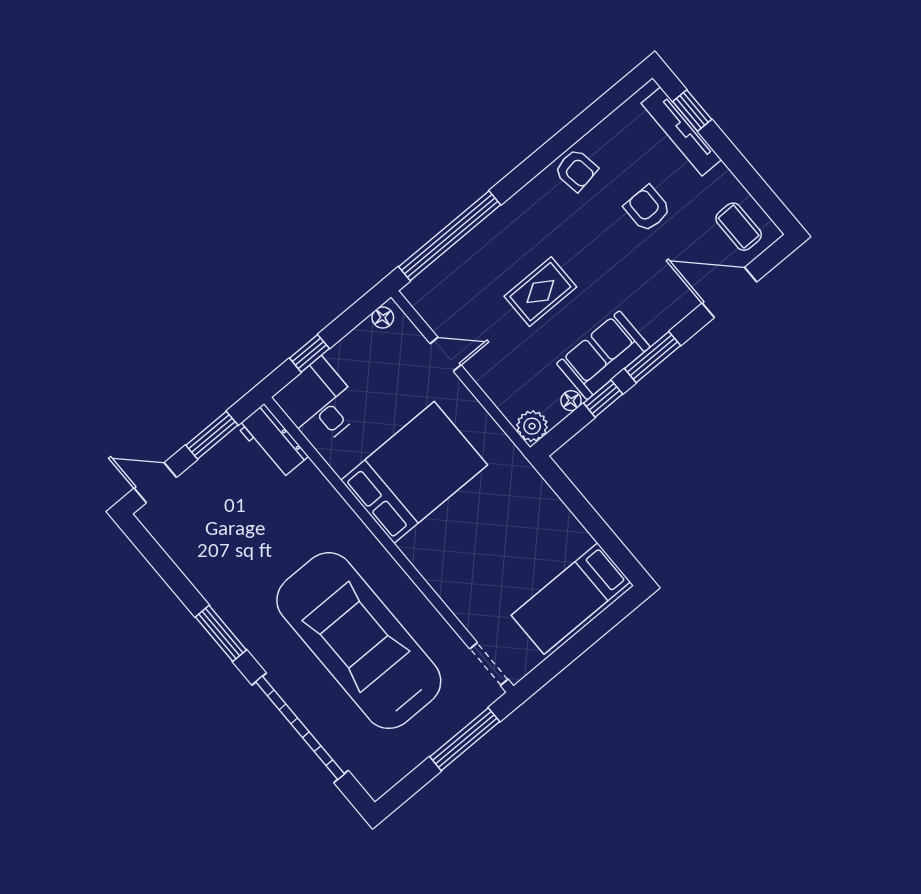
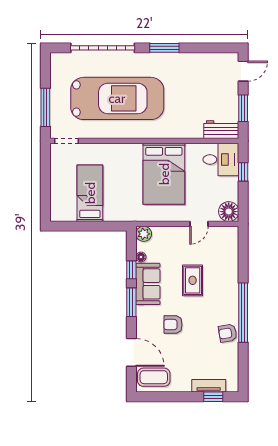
tv unit: (681, 131) -> (209, 386), width x0.71
armchair: (647, 209) -> (173, 325), moved, turned 180
coffee table: (739, 227) -> (154, 377), width x1.36, depth x1.30
window: (450, 236) -> (243, 313), moved
door: (729, 293) -> (131, 352), hinge flipped
floor lamp: (383, 318) -> (229, 212), width x1.89, depth x1.89
bed: (571, 599) -> (90, 193), moved

